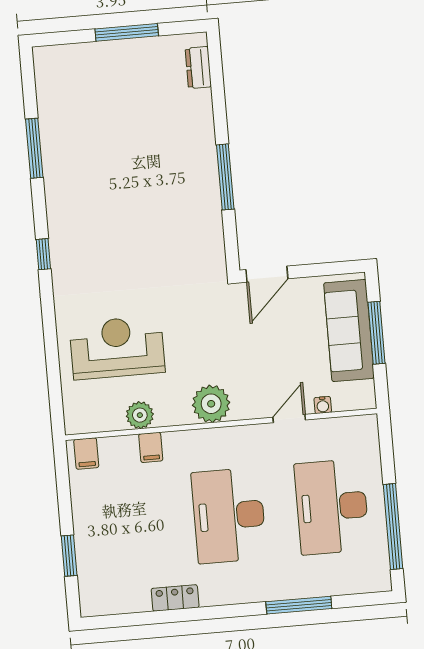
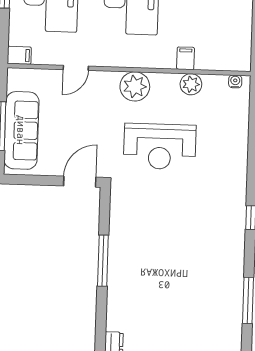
reception desk: (117, 348) -> (160, 146), moved
water cooler: (323, 405) -> (235, 81), moved
filing cabinet: (86, 454) -> (19, 55), moved, turned 90

